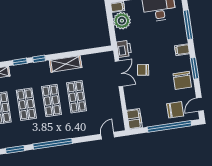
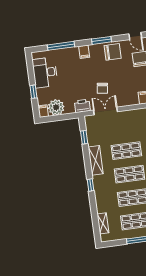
window: (20, 62) -> (84, 137), moved

